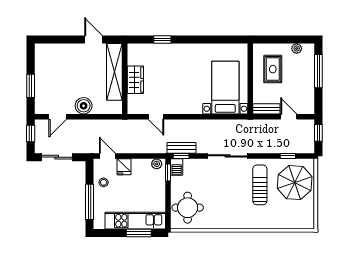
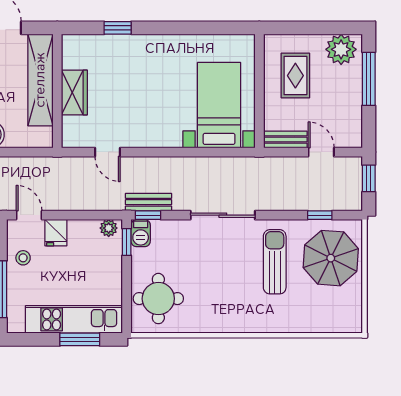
plant: (297, 48) -> (341, 49), width x1.87, depth x1.87

